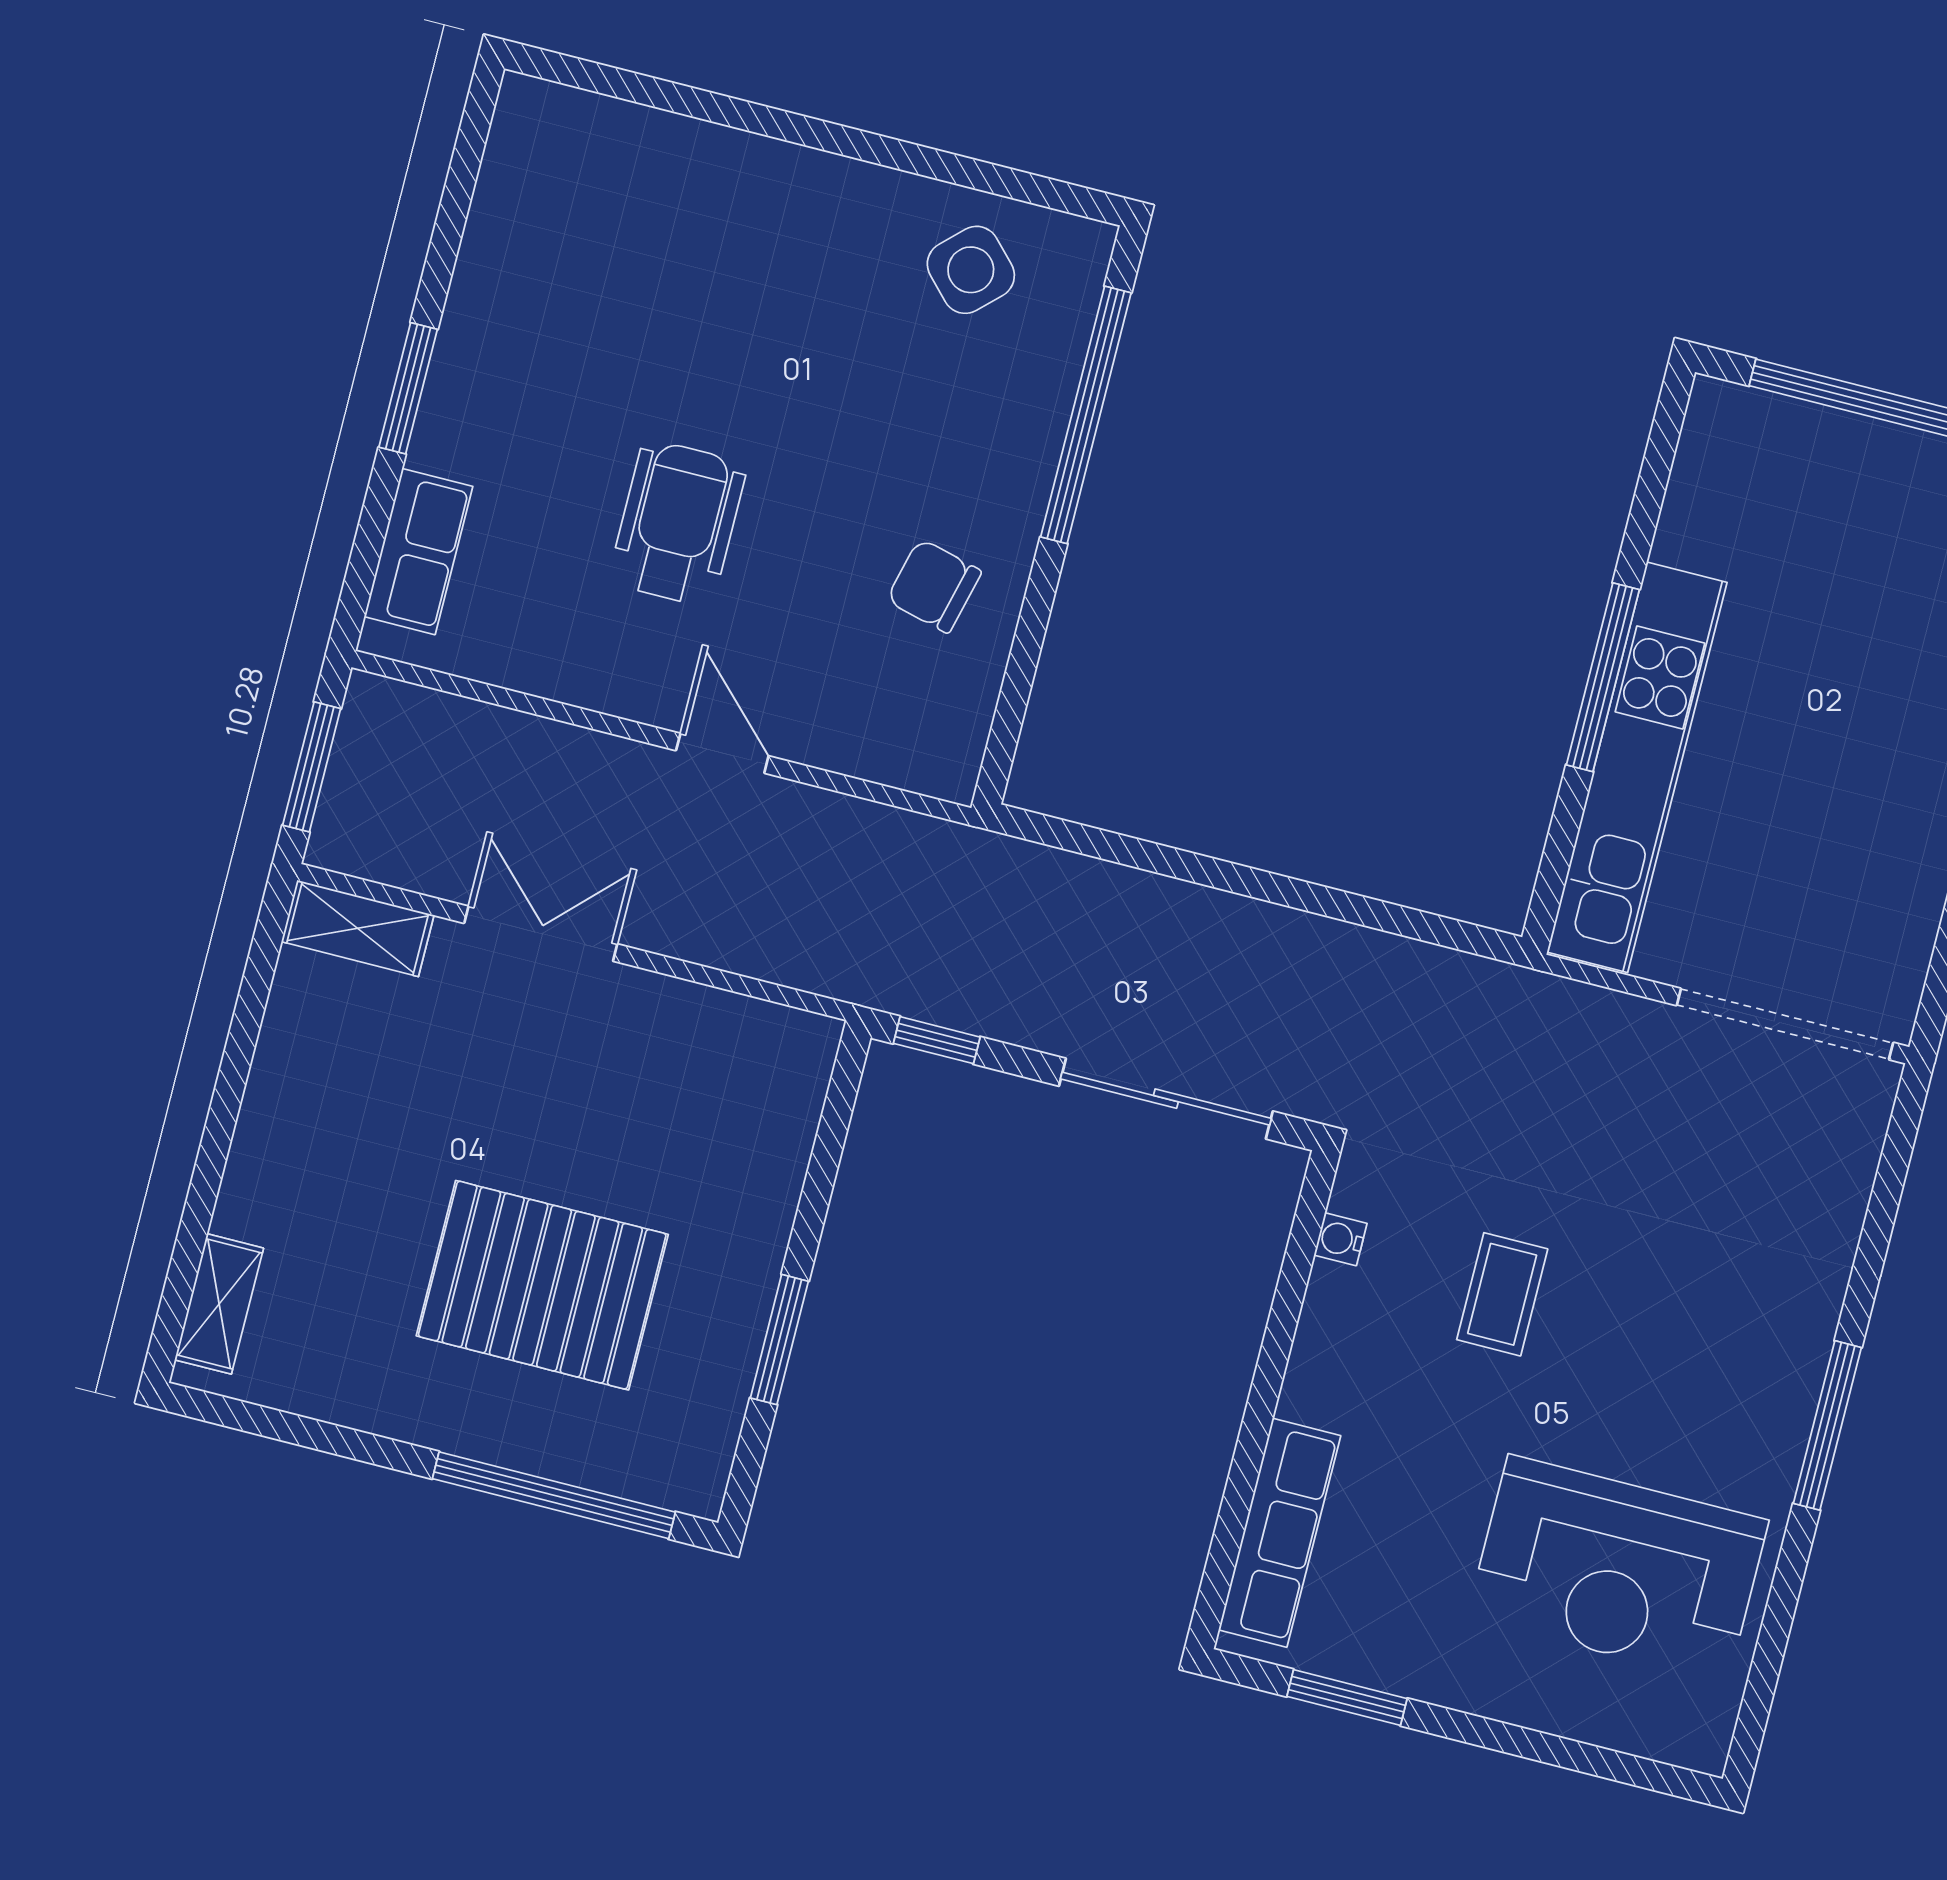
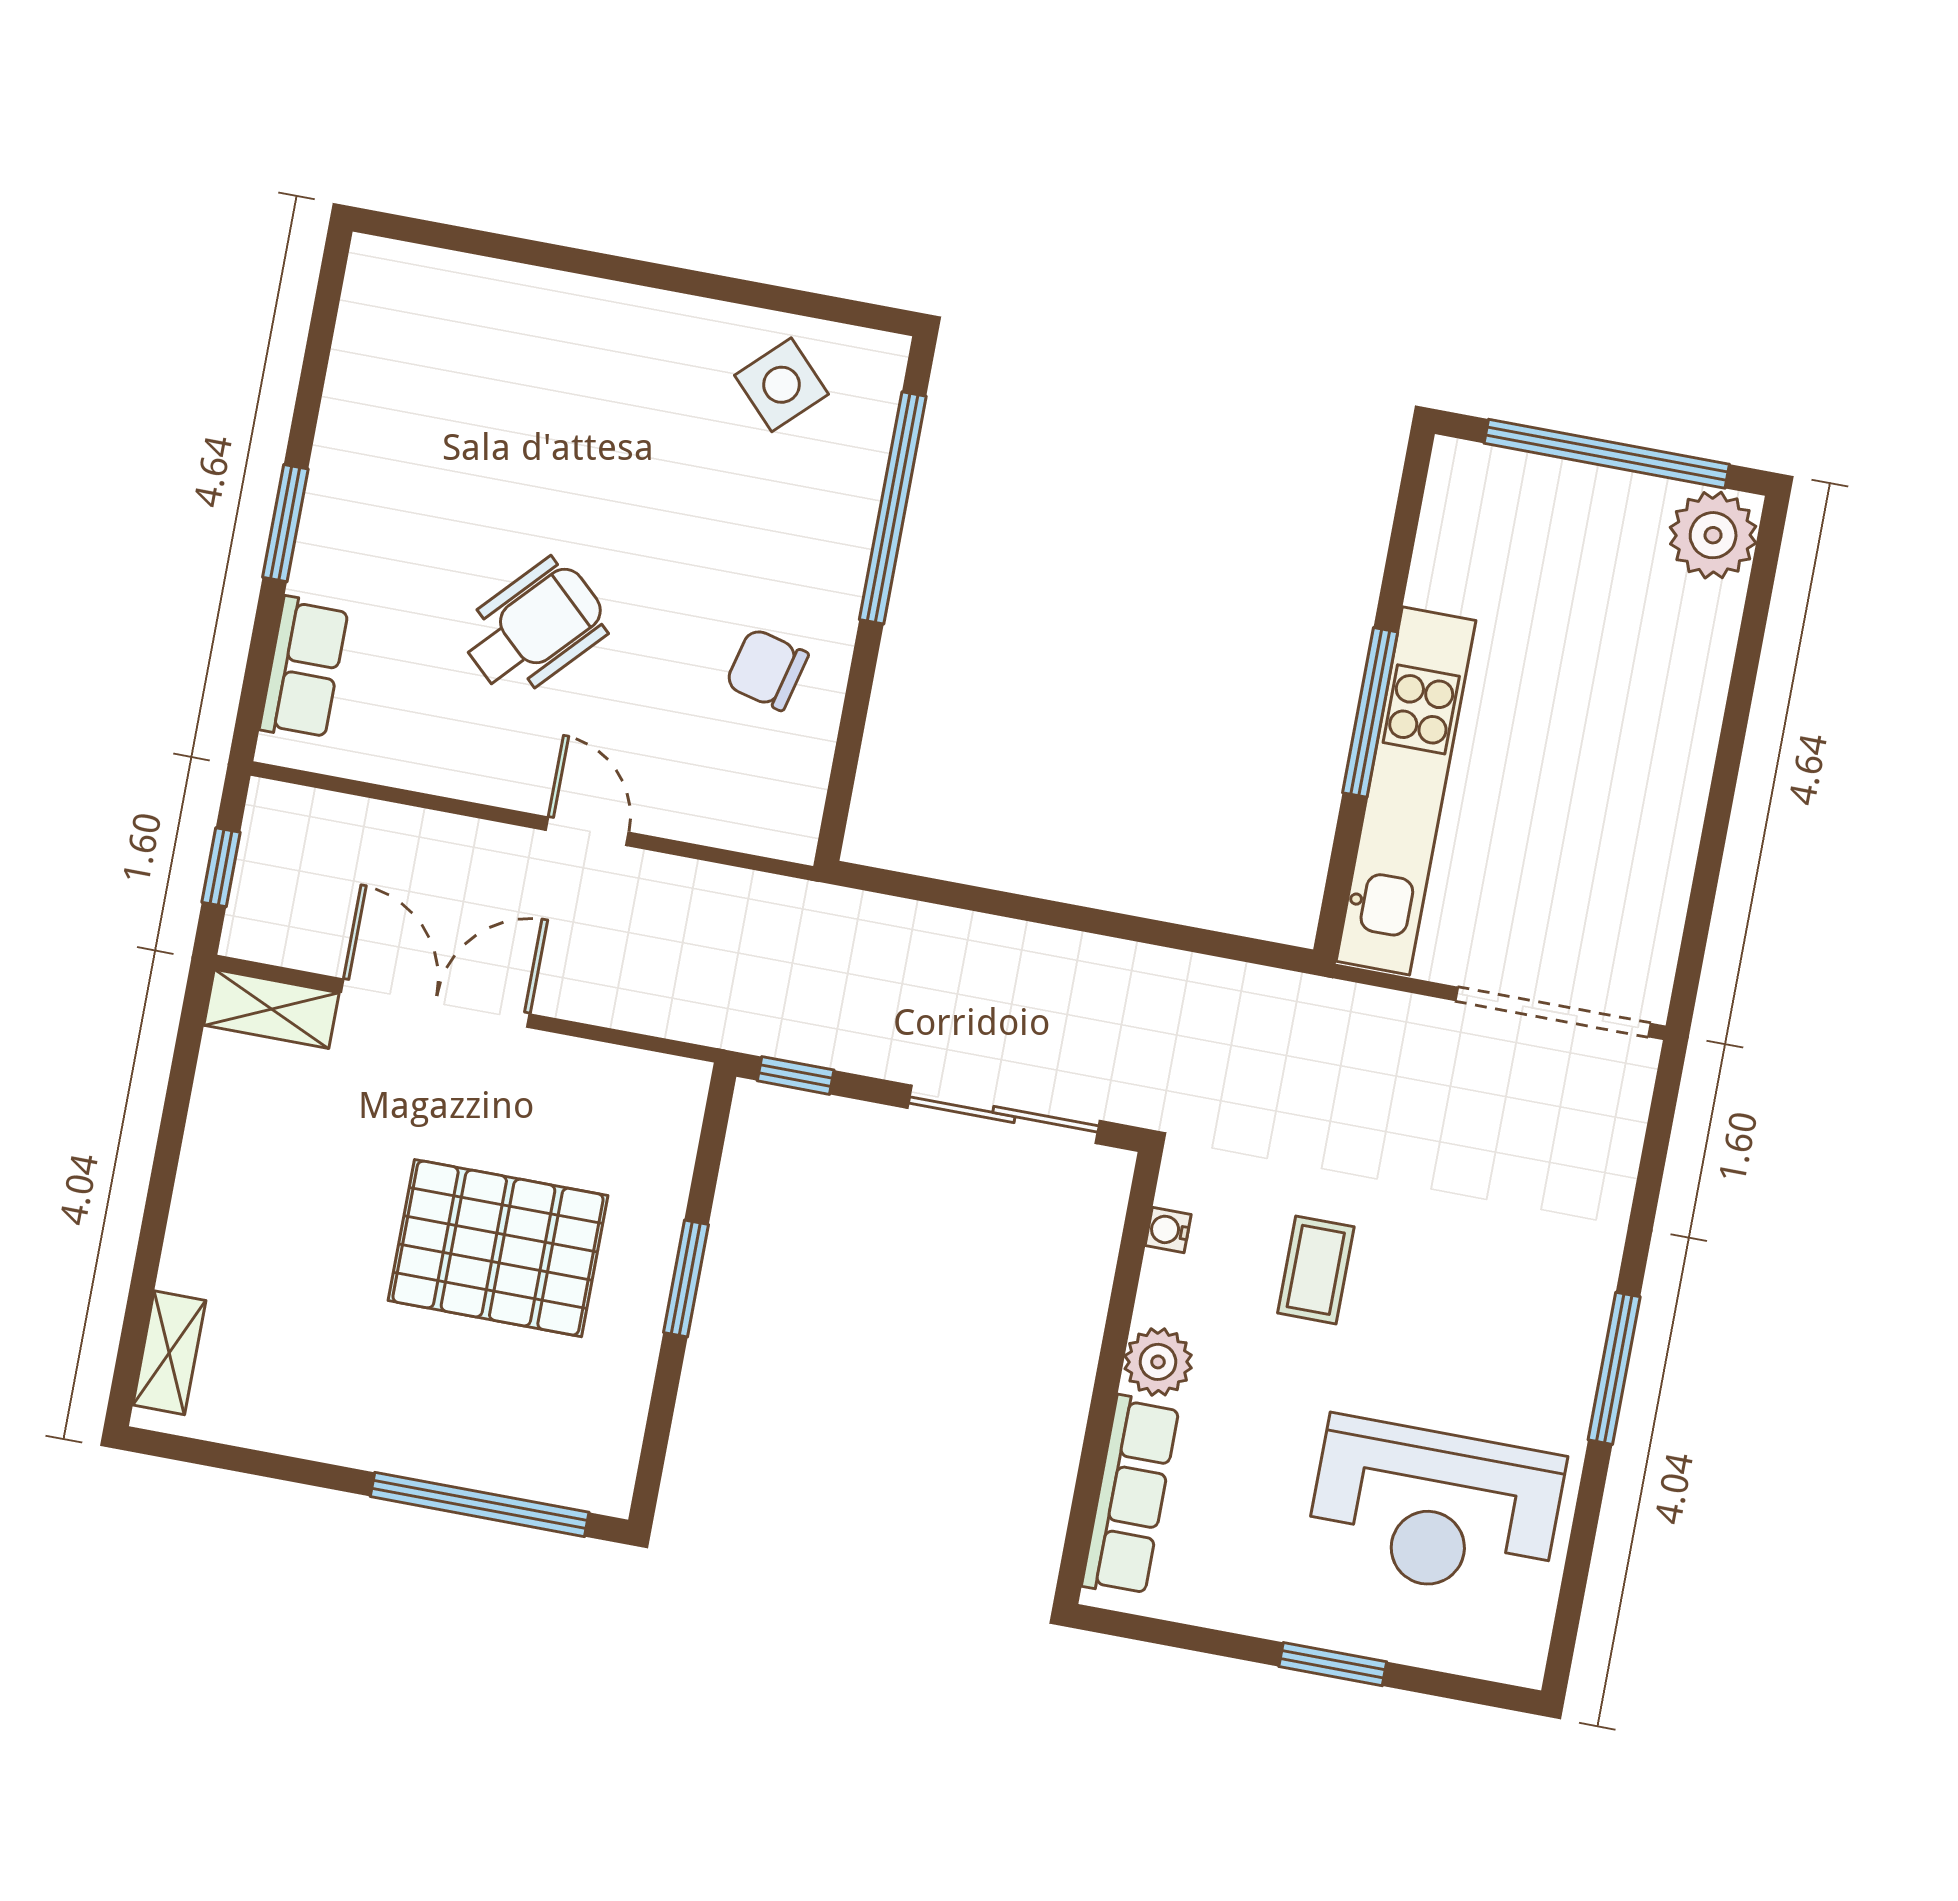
wheelchair: (678, 523) -> (534, 628), turned 43
window: (312, 767) -> (221, 867), width x0.67
double door: (541, 934) -> (435, 1003), width x1.37
pallet: (542, 1285) -> (498, 1248), moved
window: (779, 1340) -> (686, 1279), moved
plant: (1320, 1385) -> (1158, 1362), added
window: (1347, 1697) -> (1333, 1664), moved

